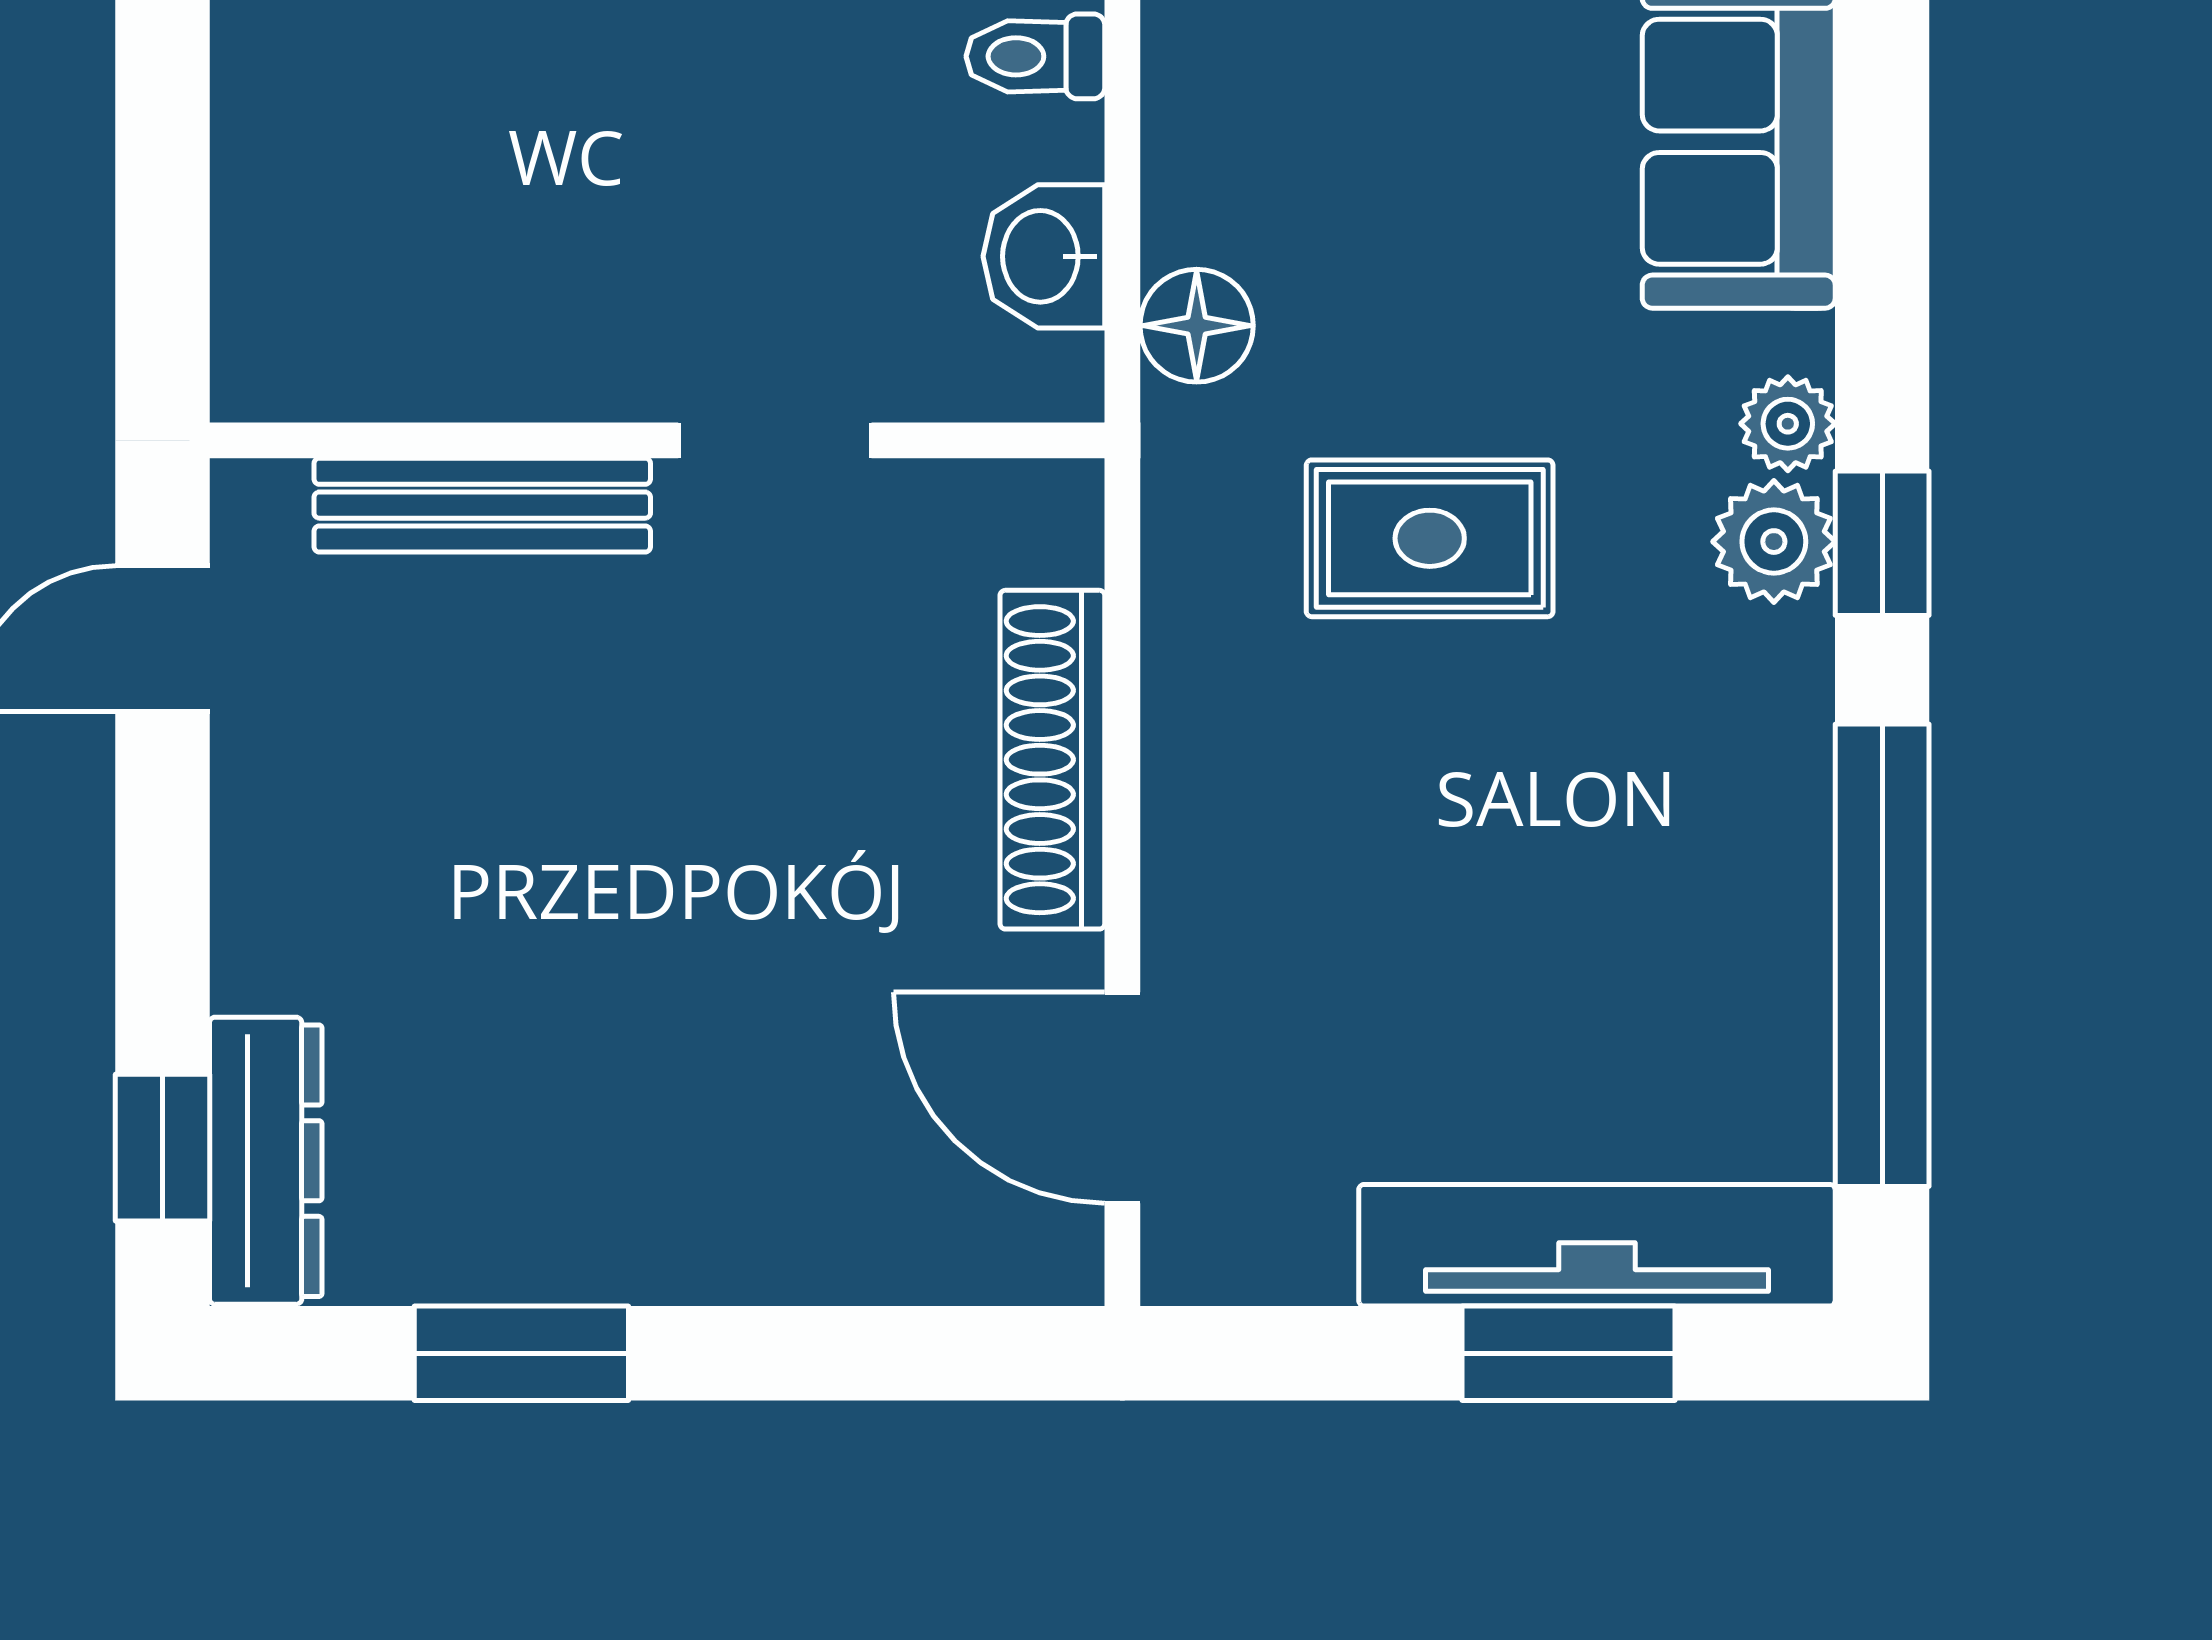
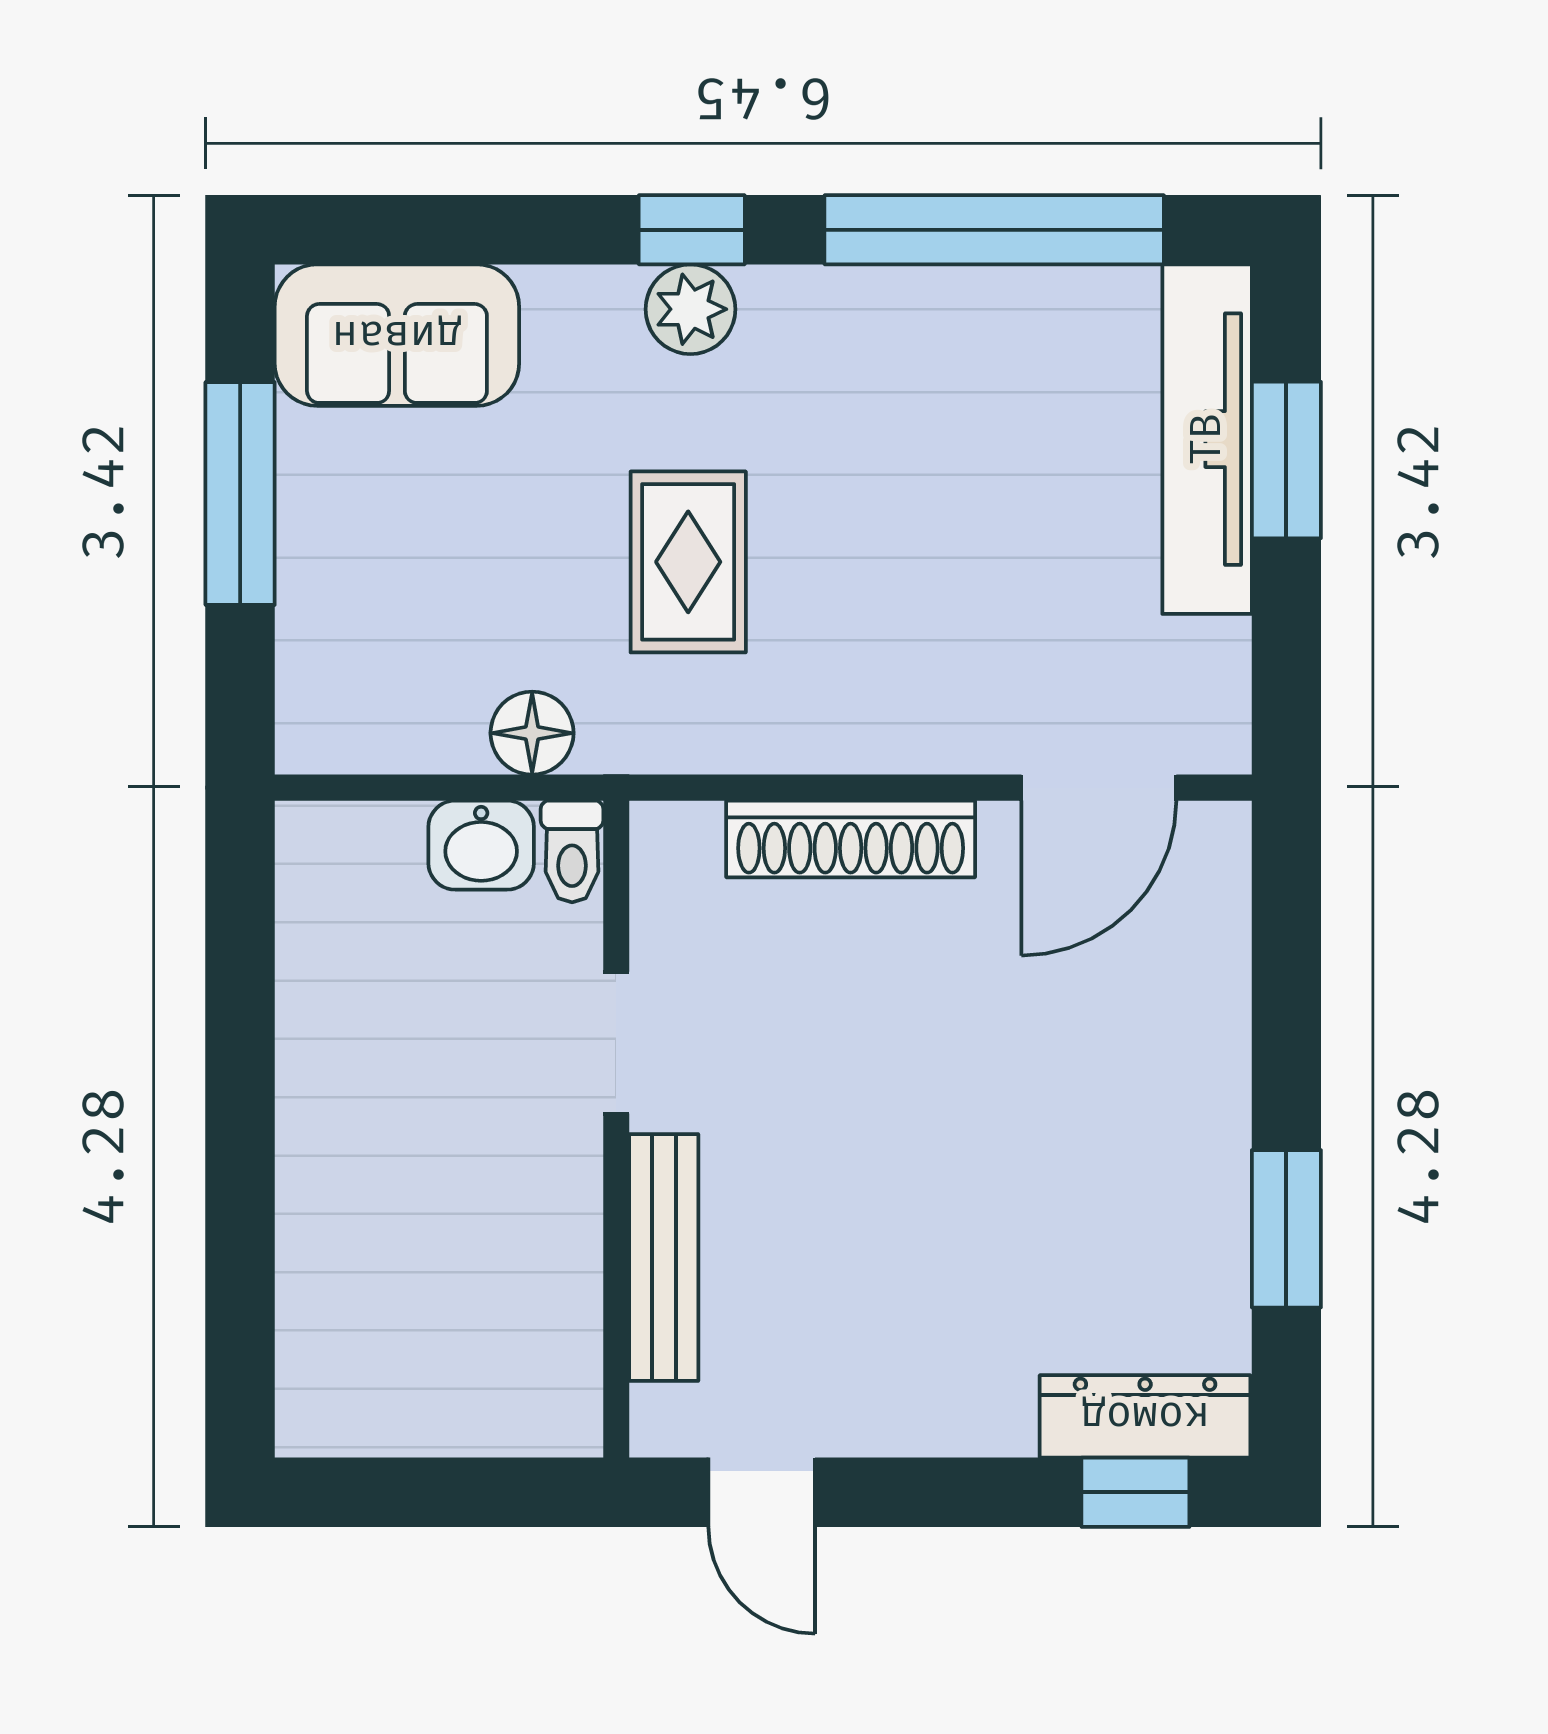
toilet: (1035, 56) -> (572, 851), moved
plant: (1788, 424) -> (604, 299), removed

